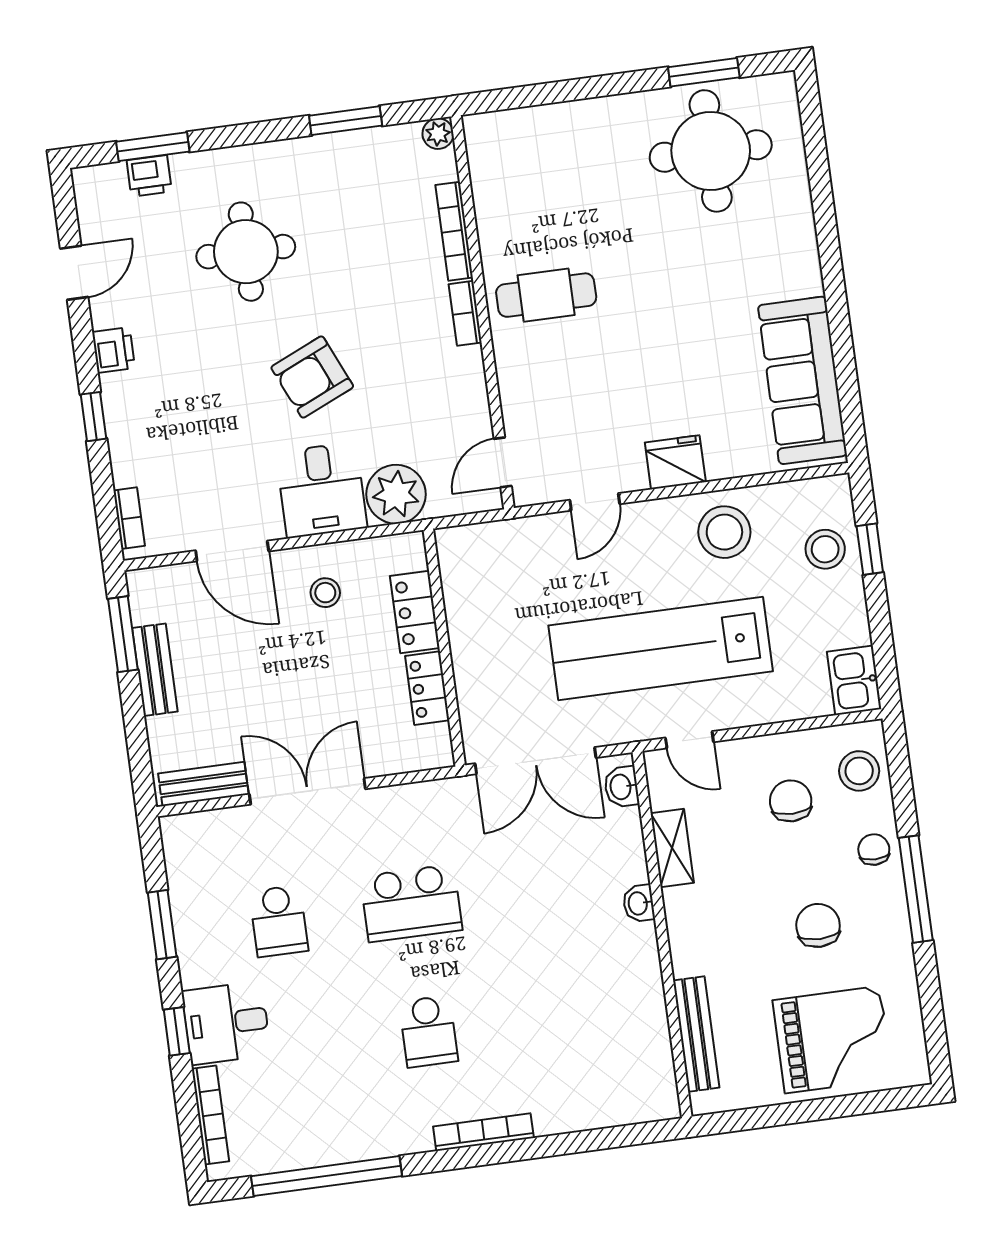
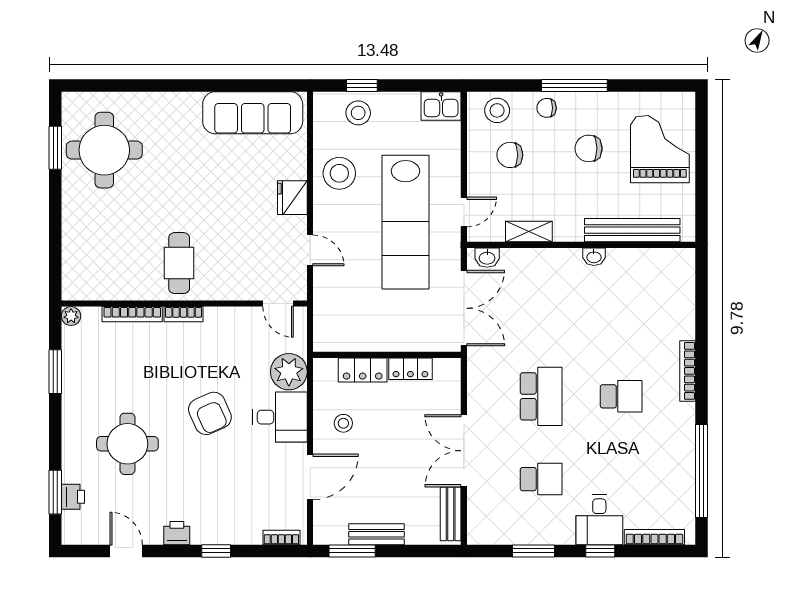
washbasin: (639, 903) -> (594, 257), moved
bench: (696, 1034) -> (632, 230), width x1.37, depth x1.21

